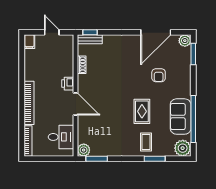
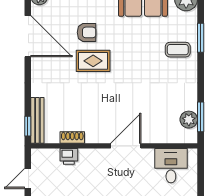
bench: (90, 39) -> (37, 120), width x1.36
printer: (68, 84) -> (69, 156), moved
rug: (142, 111) -> (93, 61), moved
plant: (84, 150) -> (189, 120), moved

